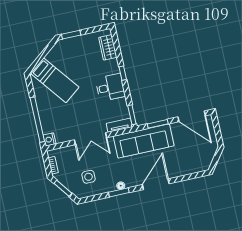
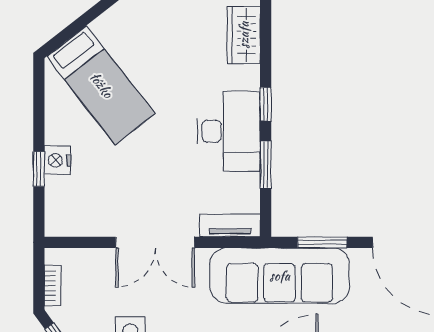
desk: (110, 87) -> (229, 131), width x1.37
window: (132, 115) -> (266, 164), moved
window: (37, 120) -> (39, 169), width x0.32
nightstand: (50, 139) -> (57, 160), moved

